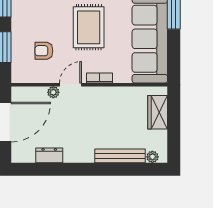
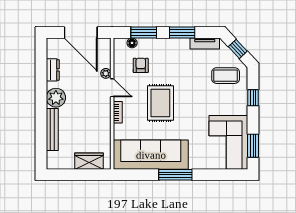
rug: (89, 27) -> (160, 103), turned 90
floor lamp: (17, 61) -> (132, 43), added
plant: (152, 157) -> (56, 98), moved, width x1.88, depth x1.88

